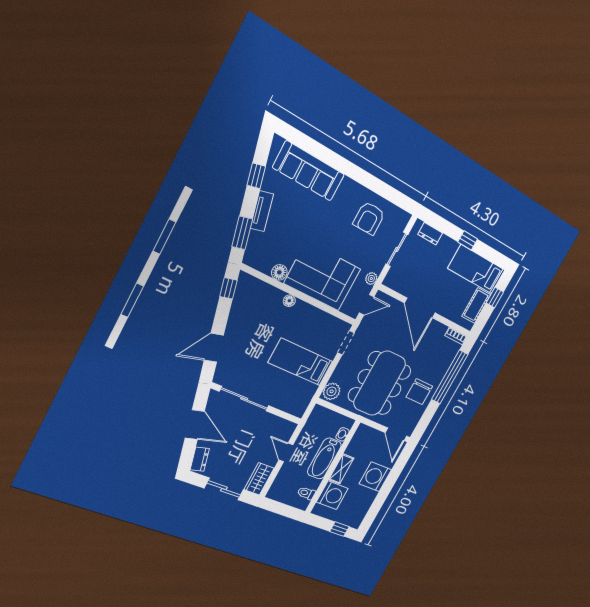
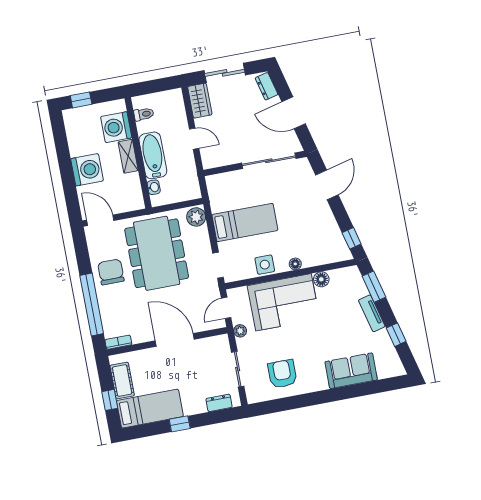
sofa: (309, 171) -> (351, 371), width x0.73
side table: (312, 318) -> (265, 265), added

